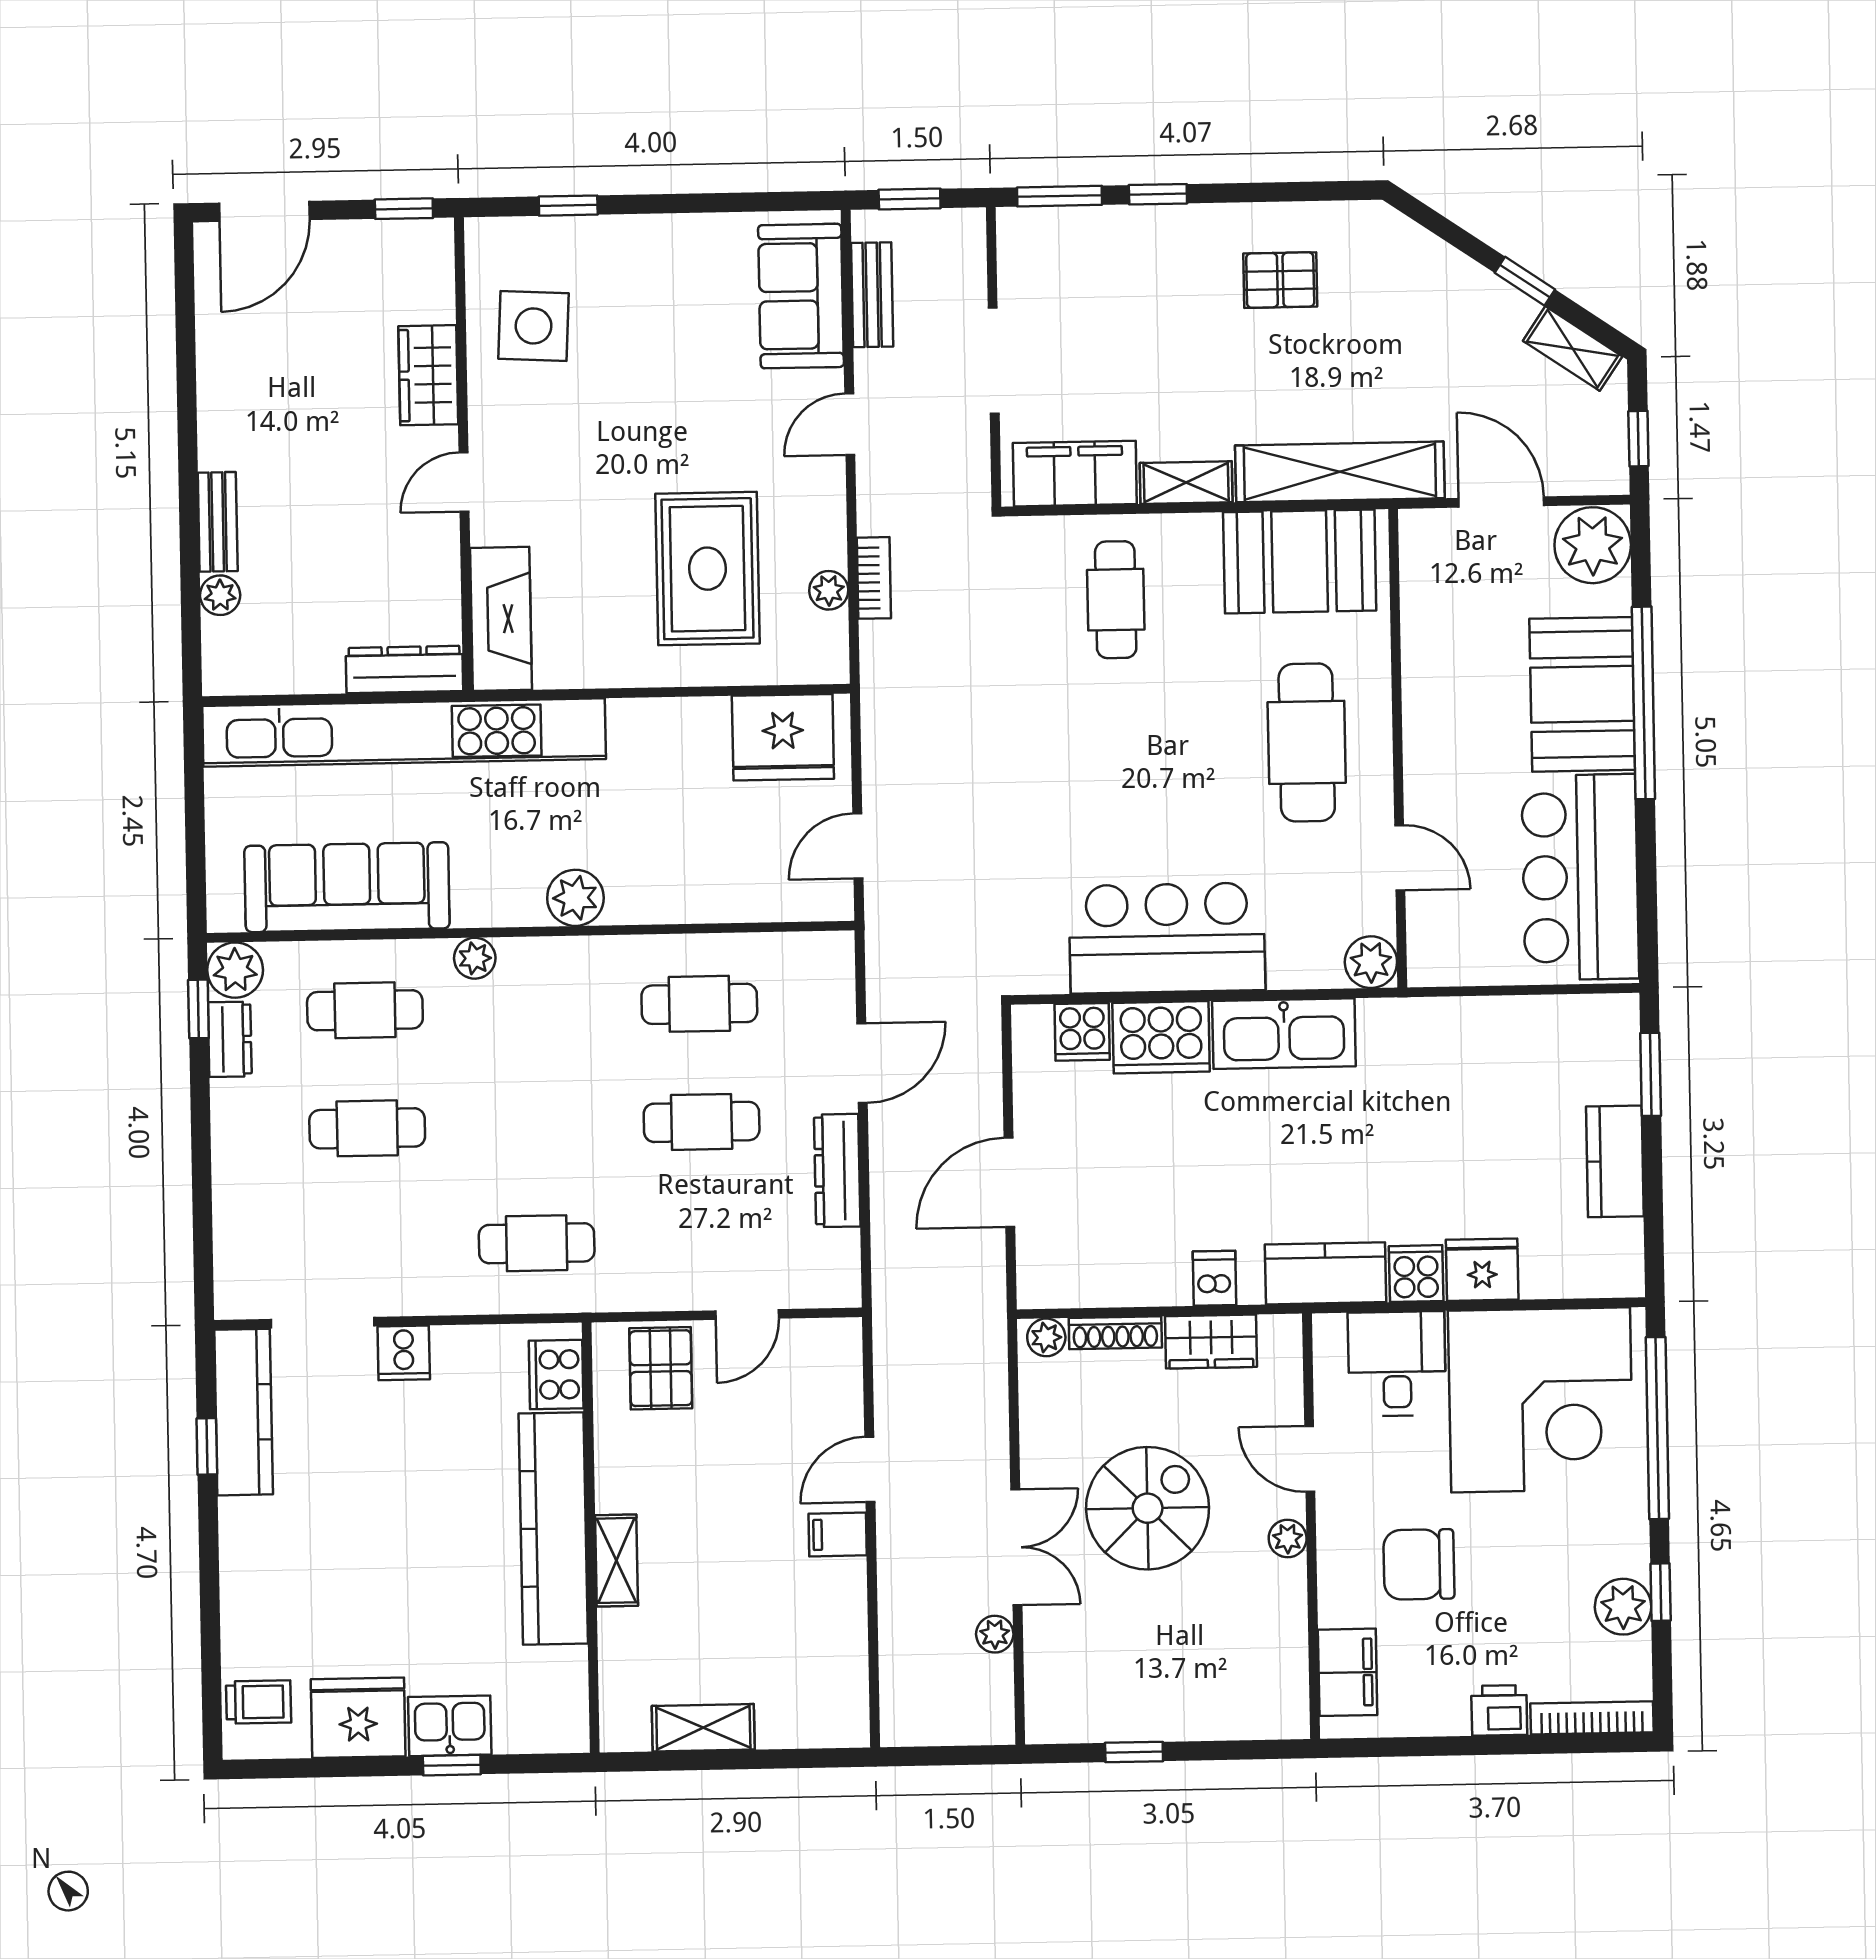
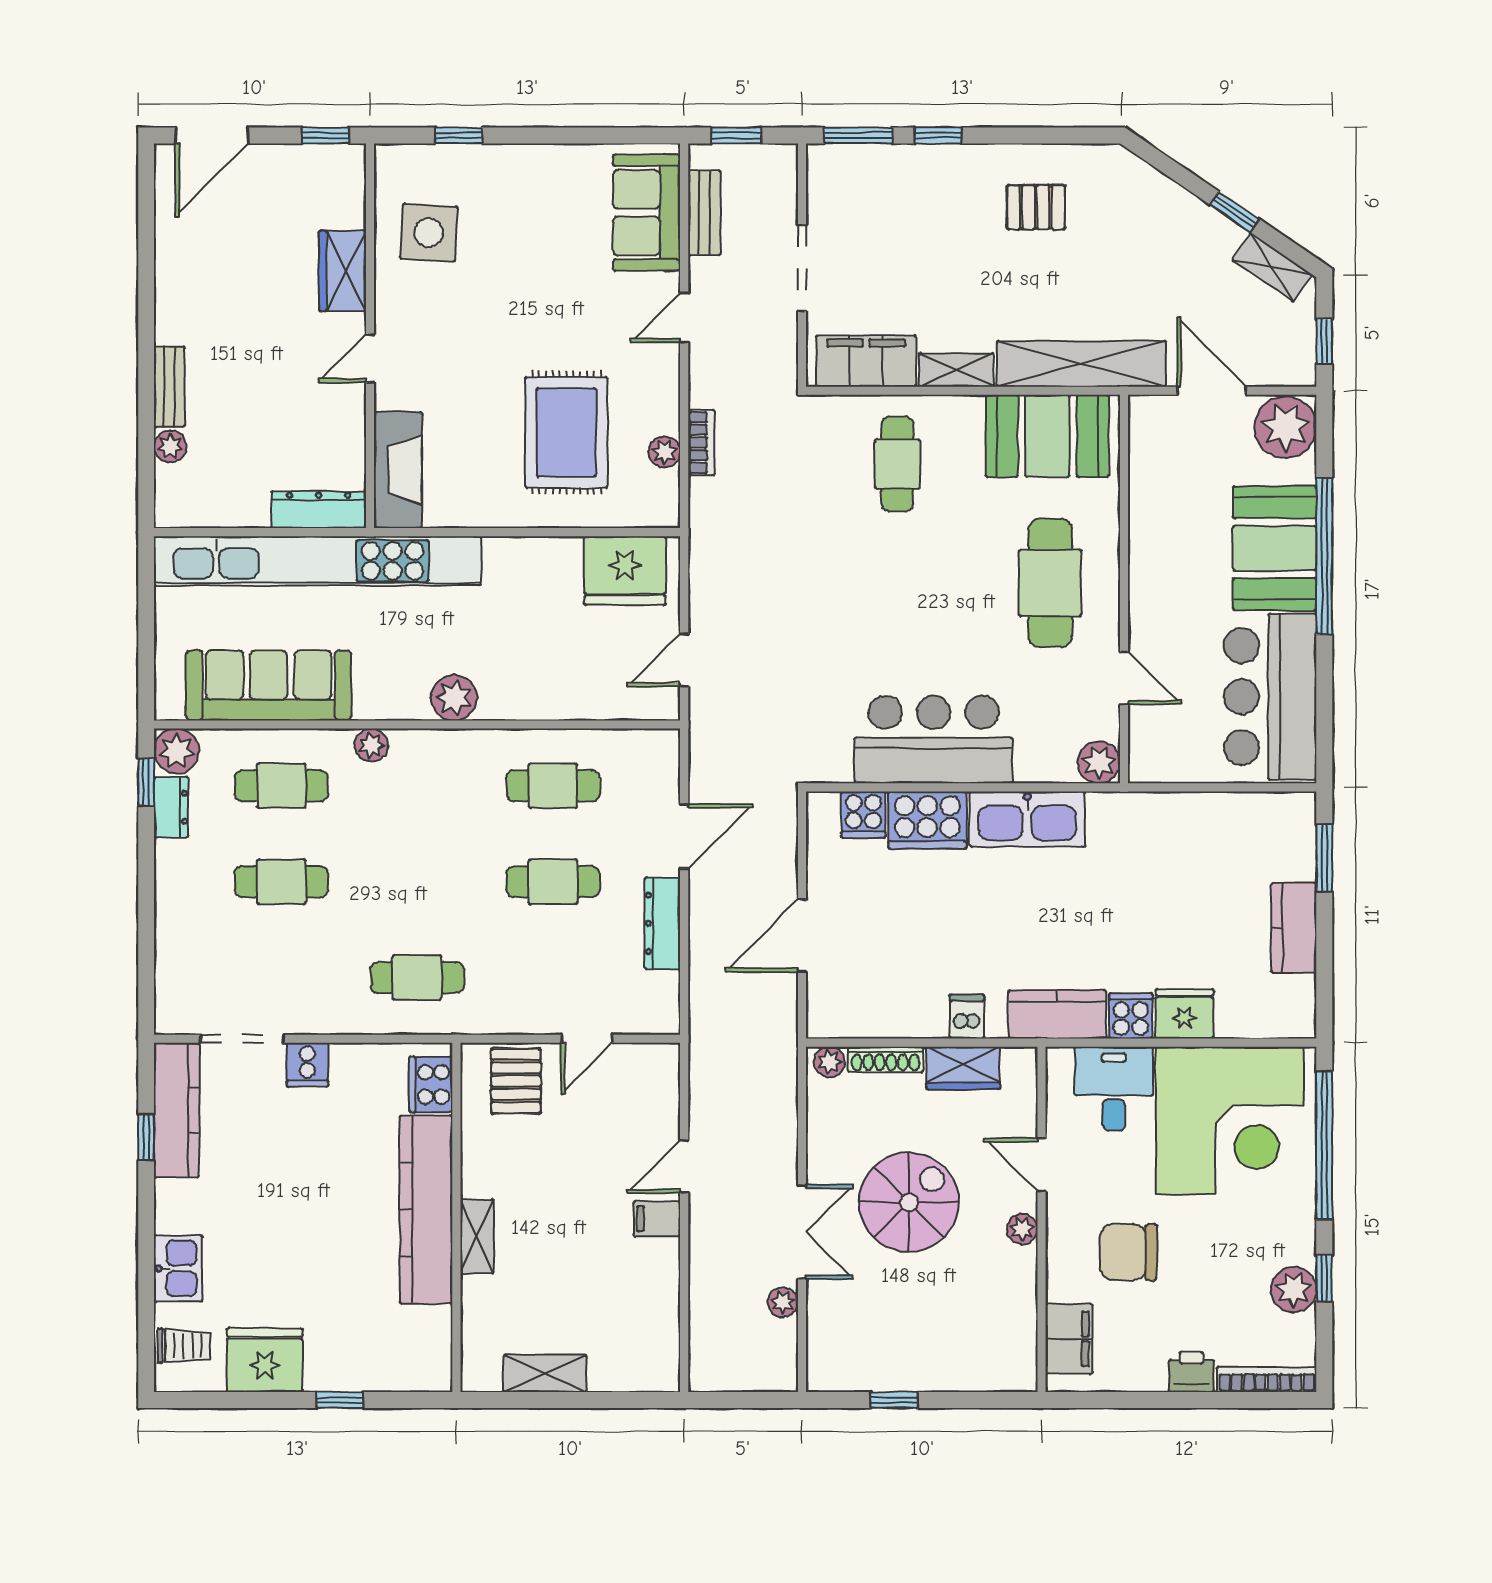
kitchen sink: (450, 1726) -> (178, 1268), moved, turned 90

